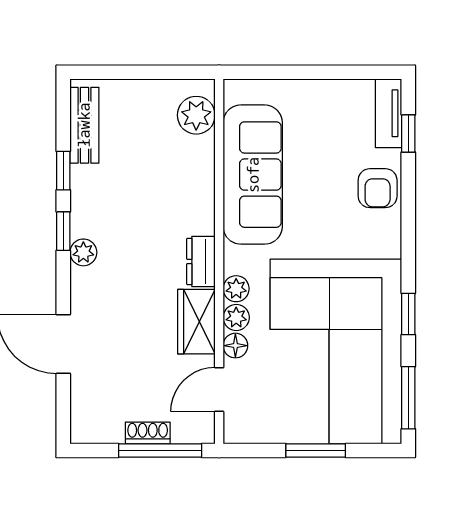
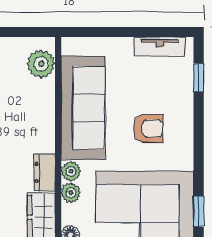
tv unit: (388, 113) -> (160, 47), moved, turned -90
armchair: (378, 188) -> (148, 129), moved, turned -90
plant: (236, 317) -> (71, 171), moved

